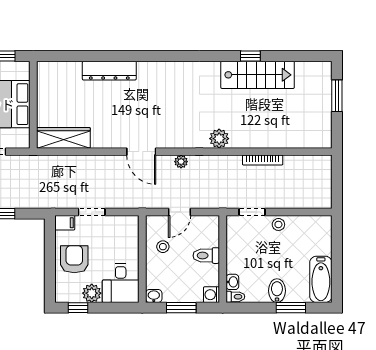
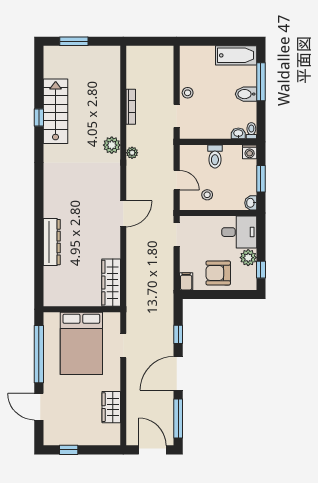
plant: (181, 162) -> (132, 153), moved
doorway: (92, 212) -> (177, 235), moved
window: (291, 308) -> (261, 82), width x1.44

